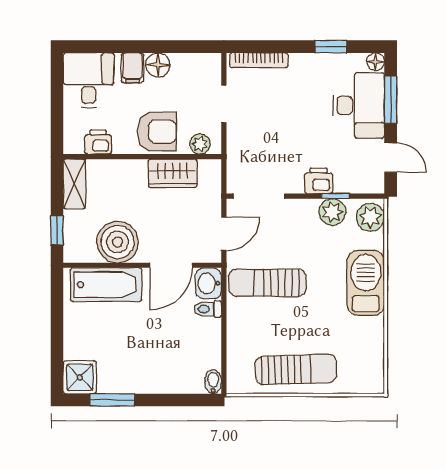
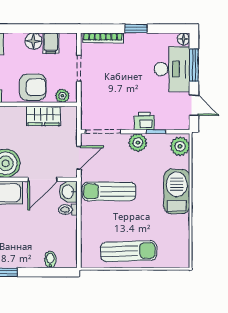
window: (331, 47) -> (136, 29), moved
filing cabinet: (132, 68) -> (51, 43), moved
plant: (332, 212) -> (138, 143), moved
bidet: (213, 382) -> (50, 260), moved

